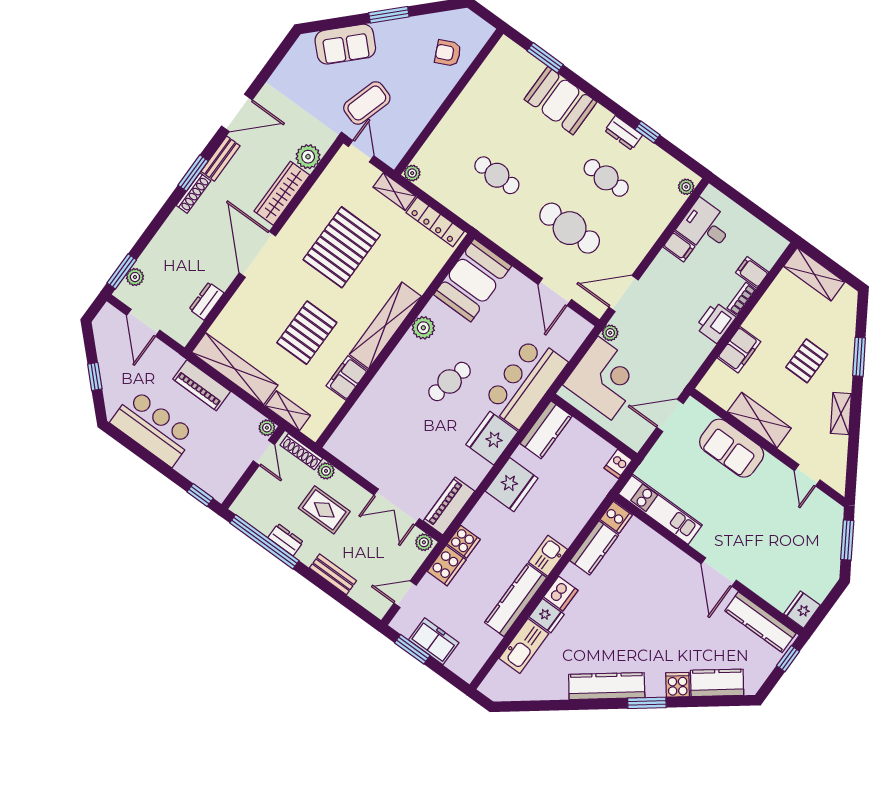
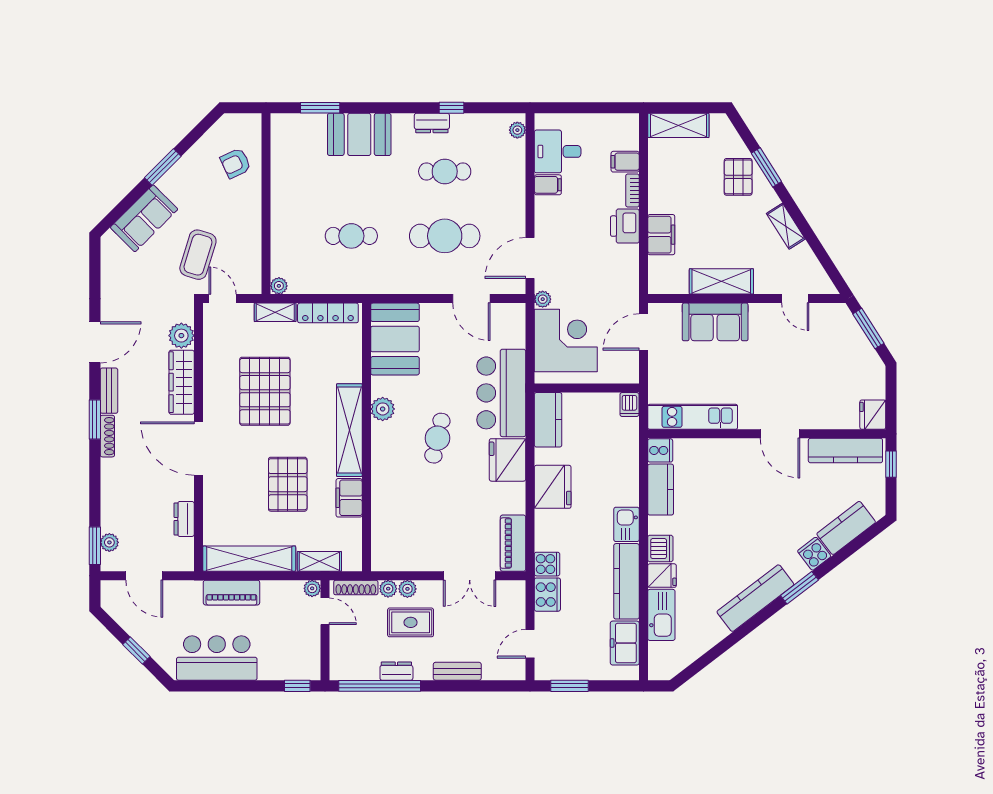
pallet: (807, 361) -> (738, 177), moved
plant: (424, 542) -> (407, 589), moved
freezer: (434, 641) -> (625, 643), moved, turned -90

